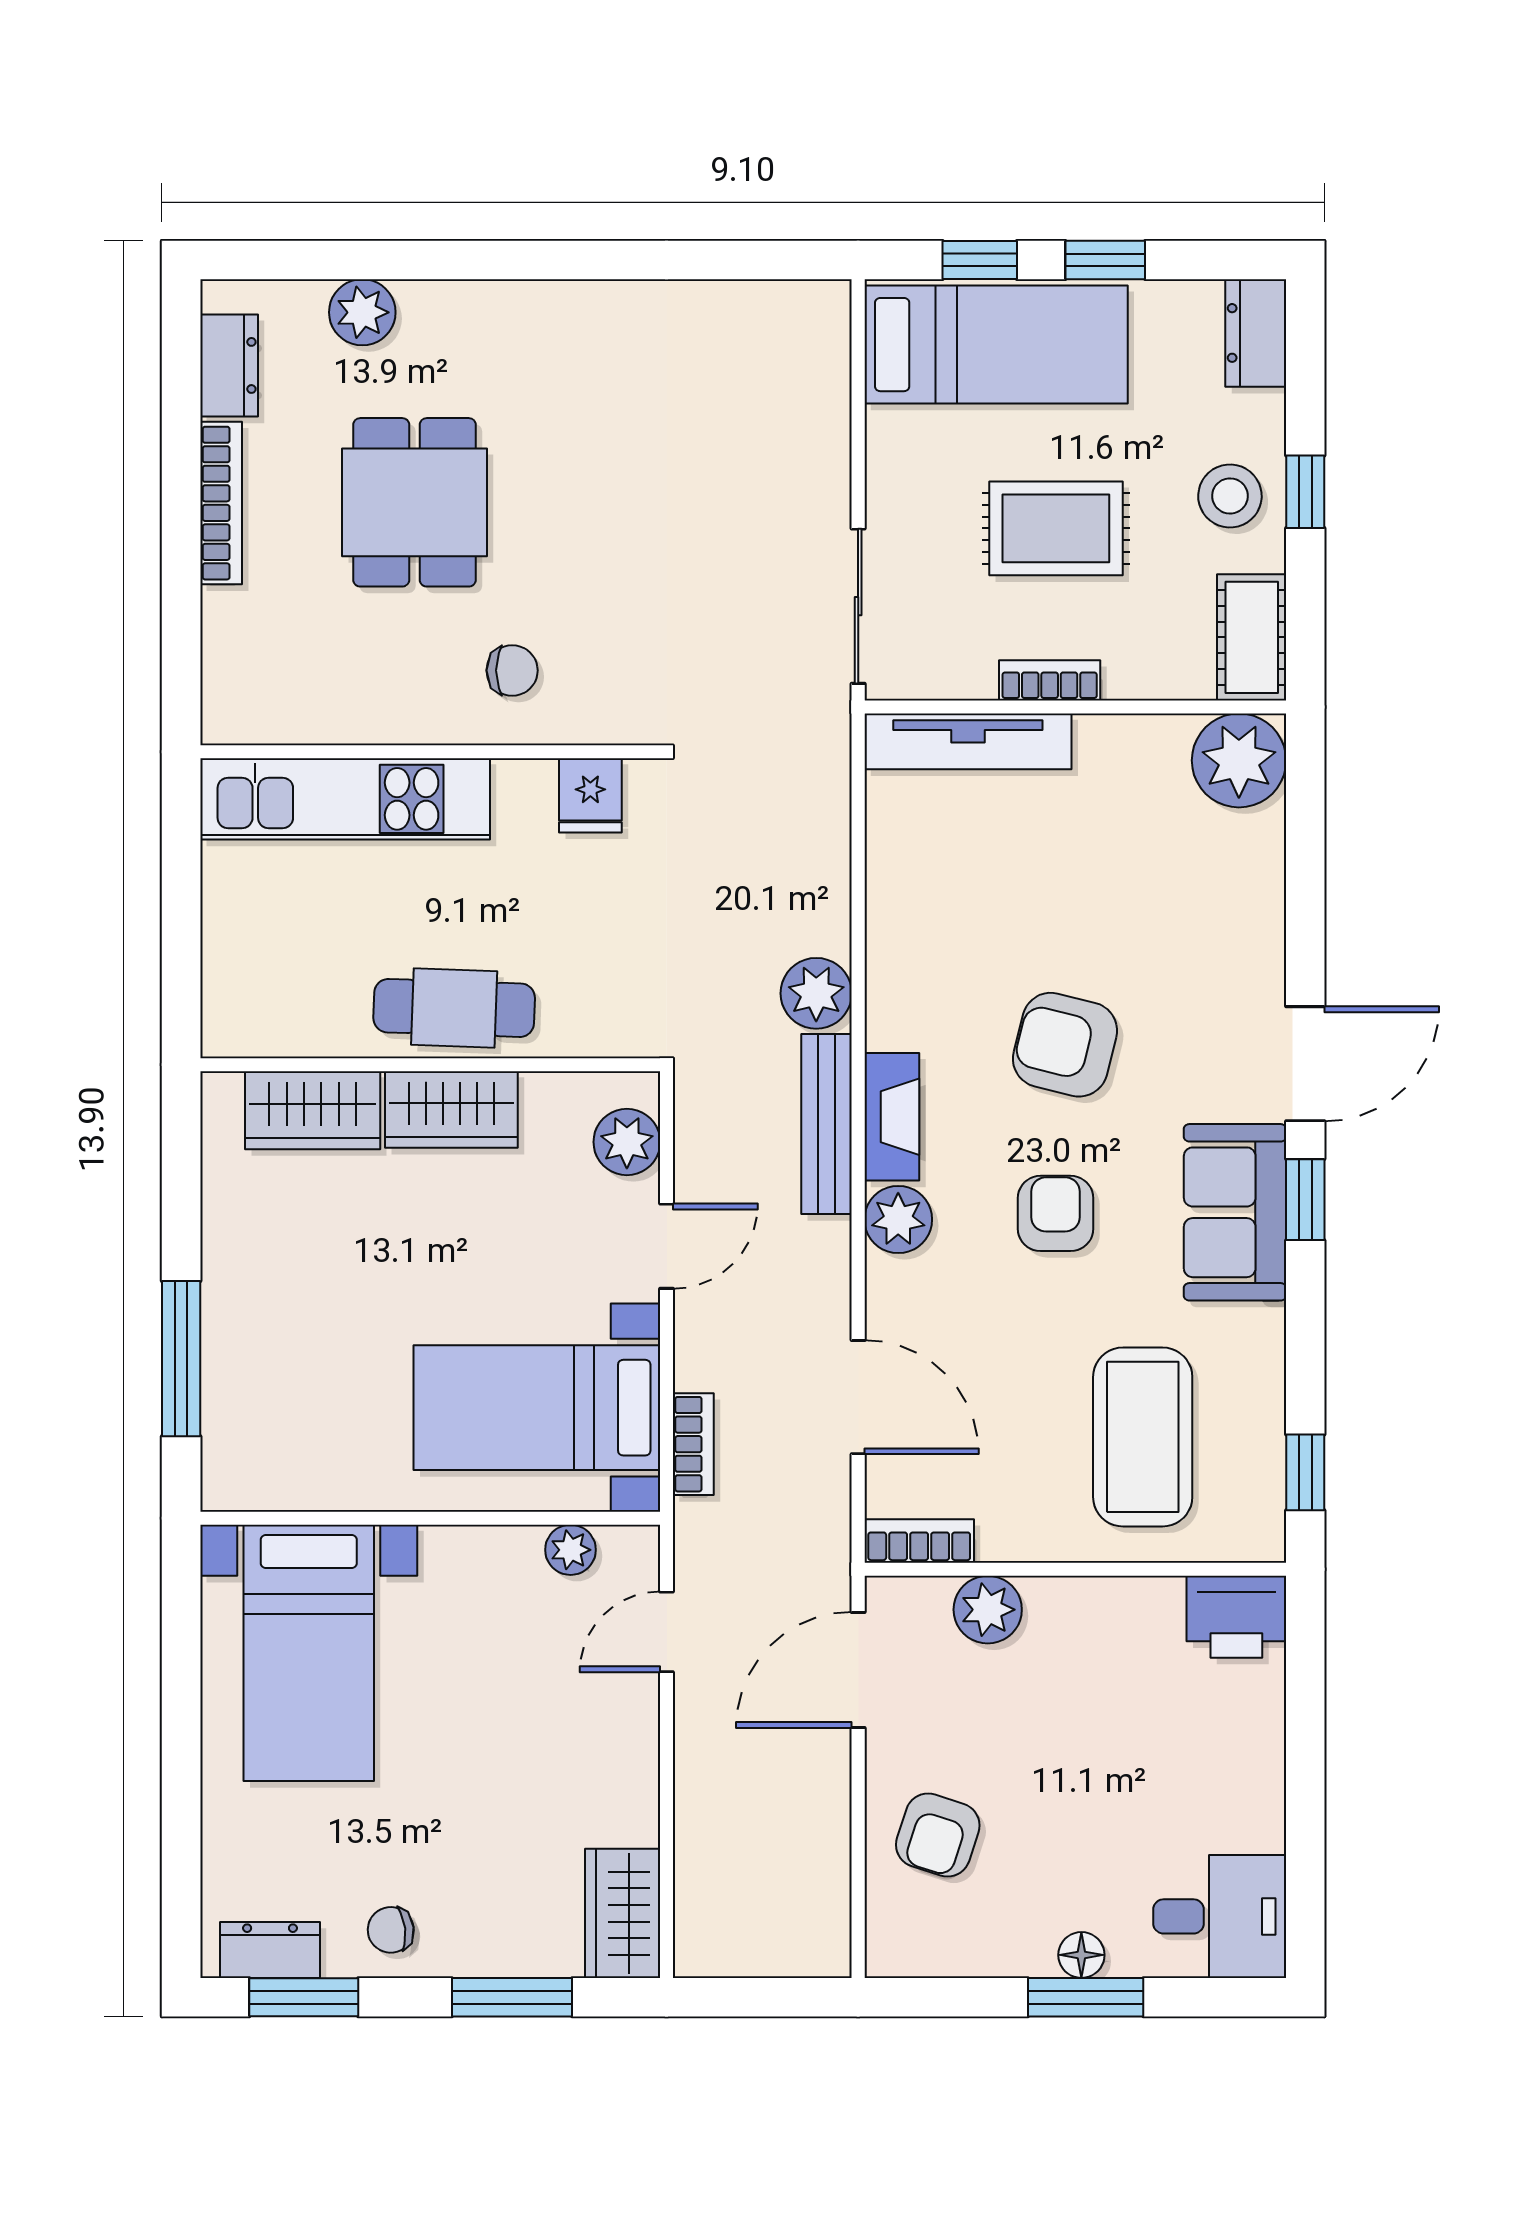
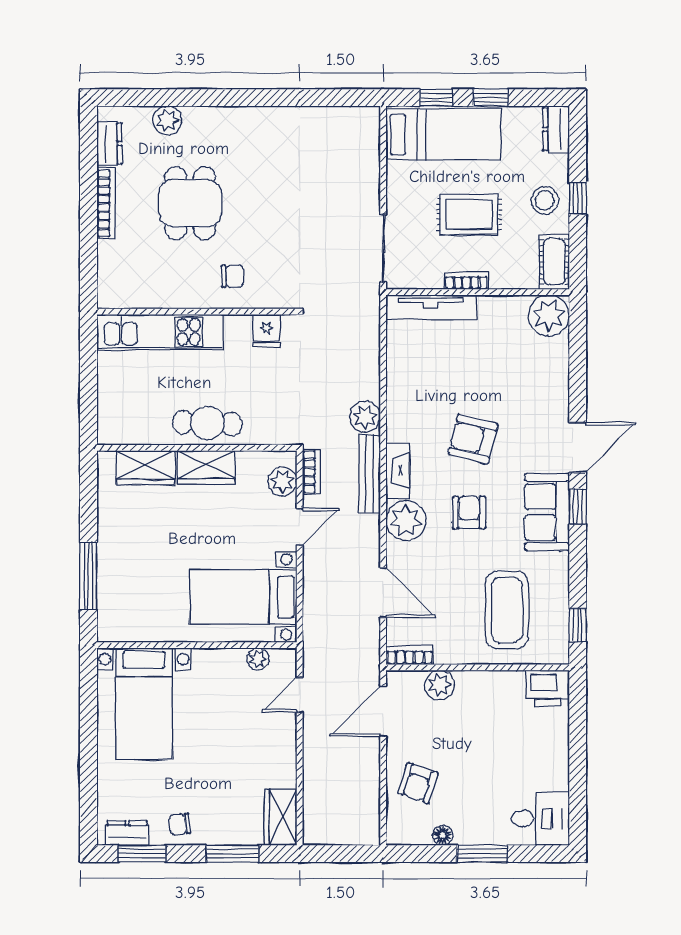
plant: (898, 1219) -> (406, 521), width x1.36, depth x1.36
bookcase: (693, 1444) -> (311, 472), moved
floor lamp: (1081, 1955) -> (443, 835), moved

